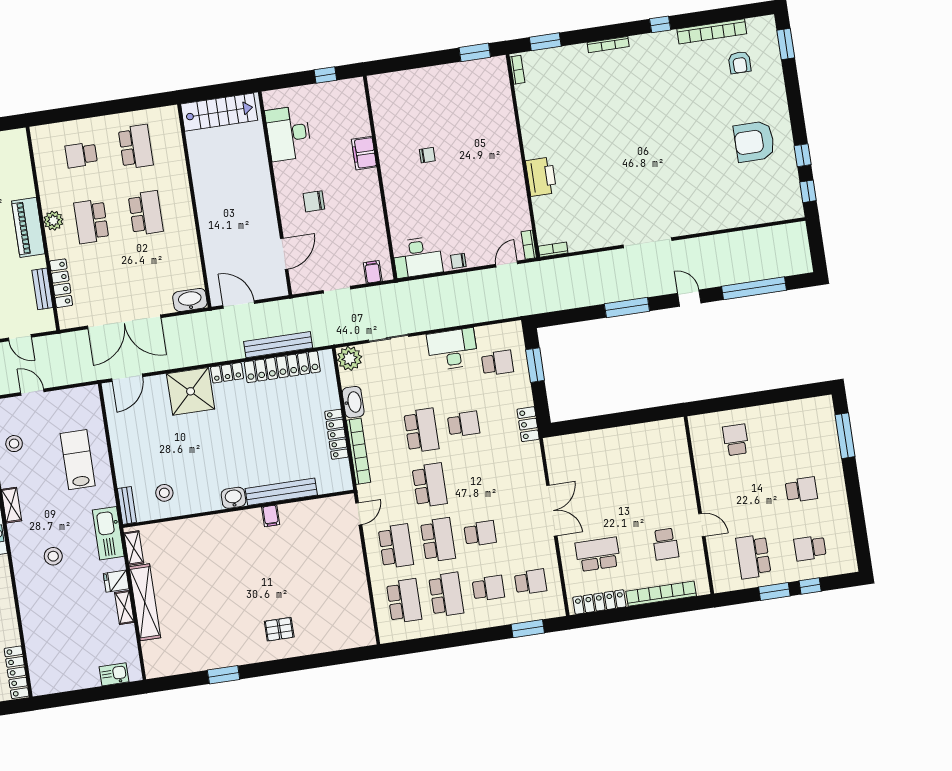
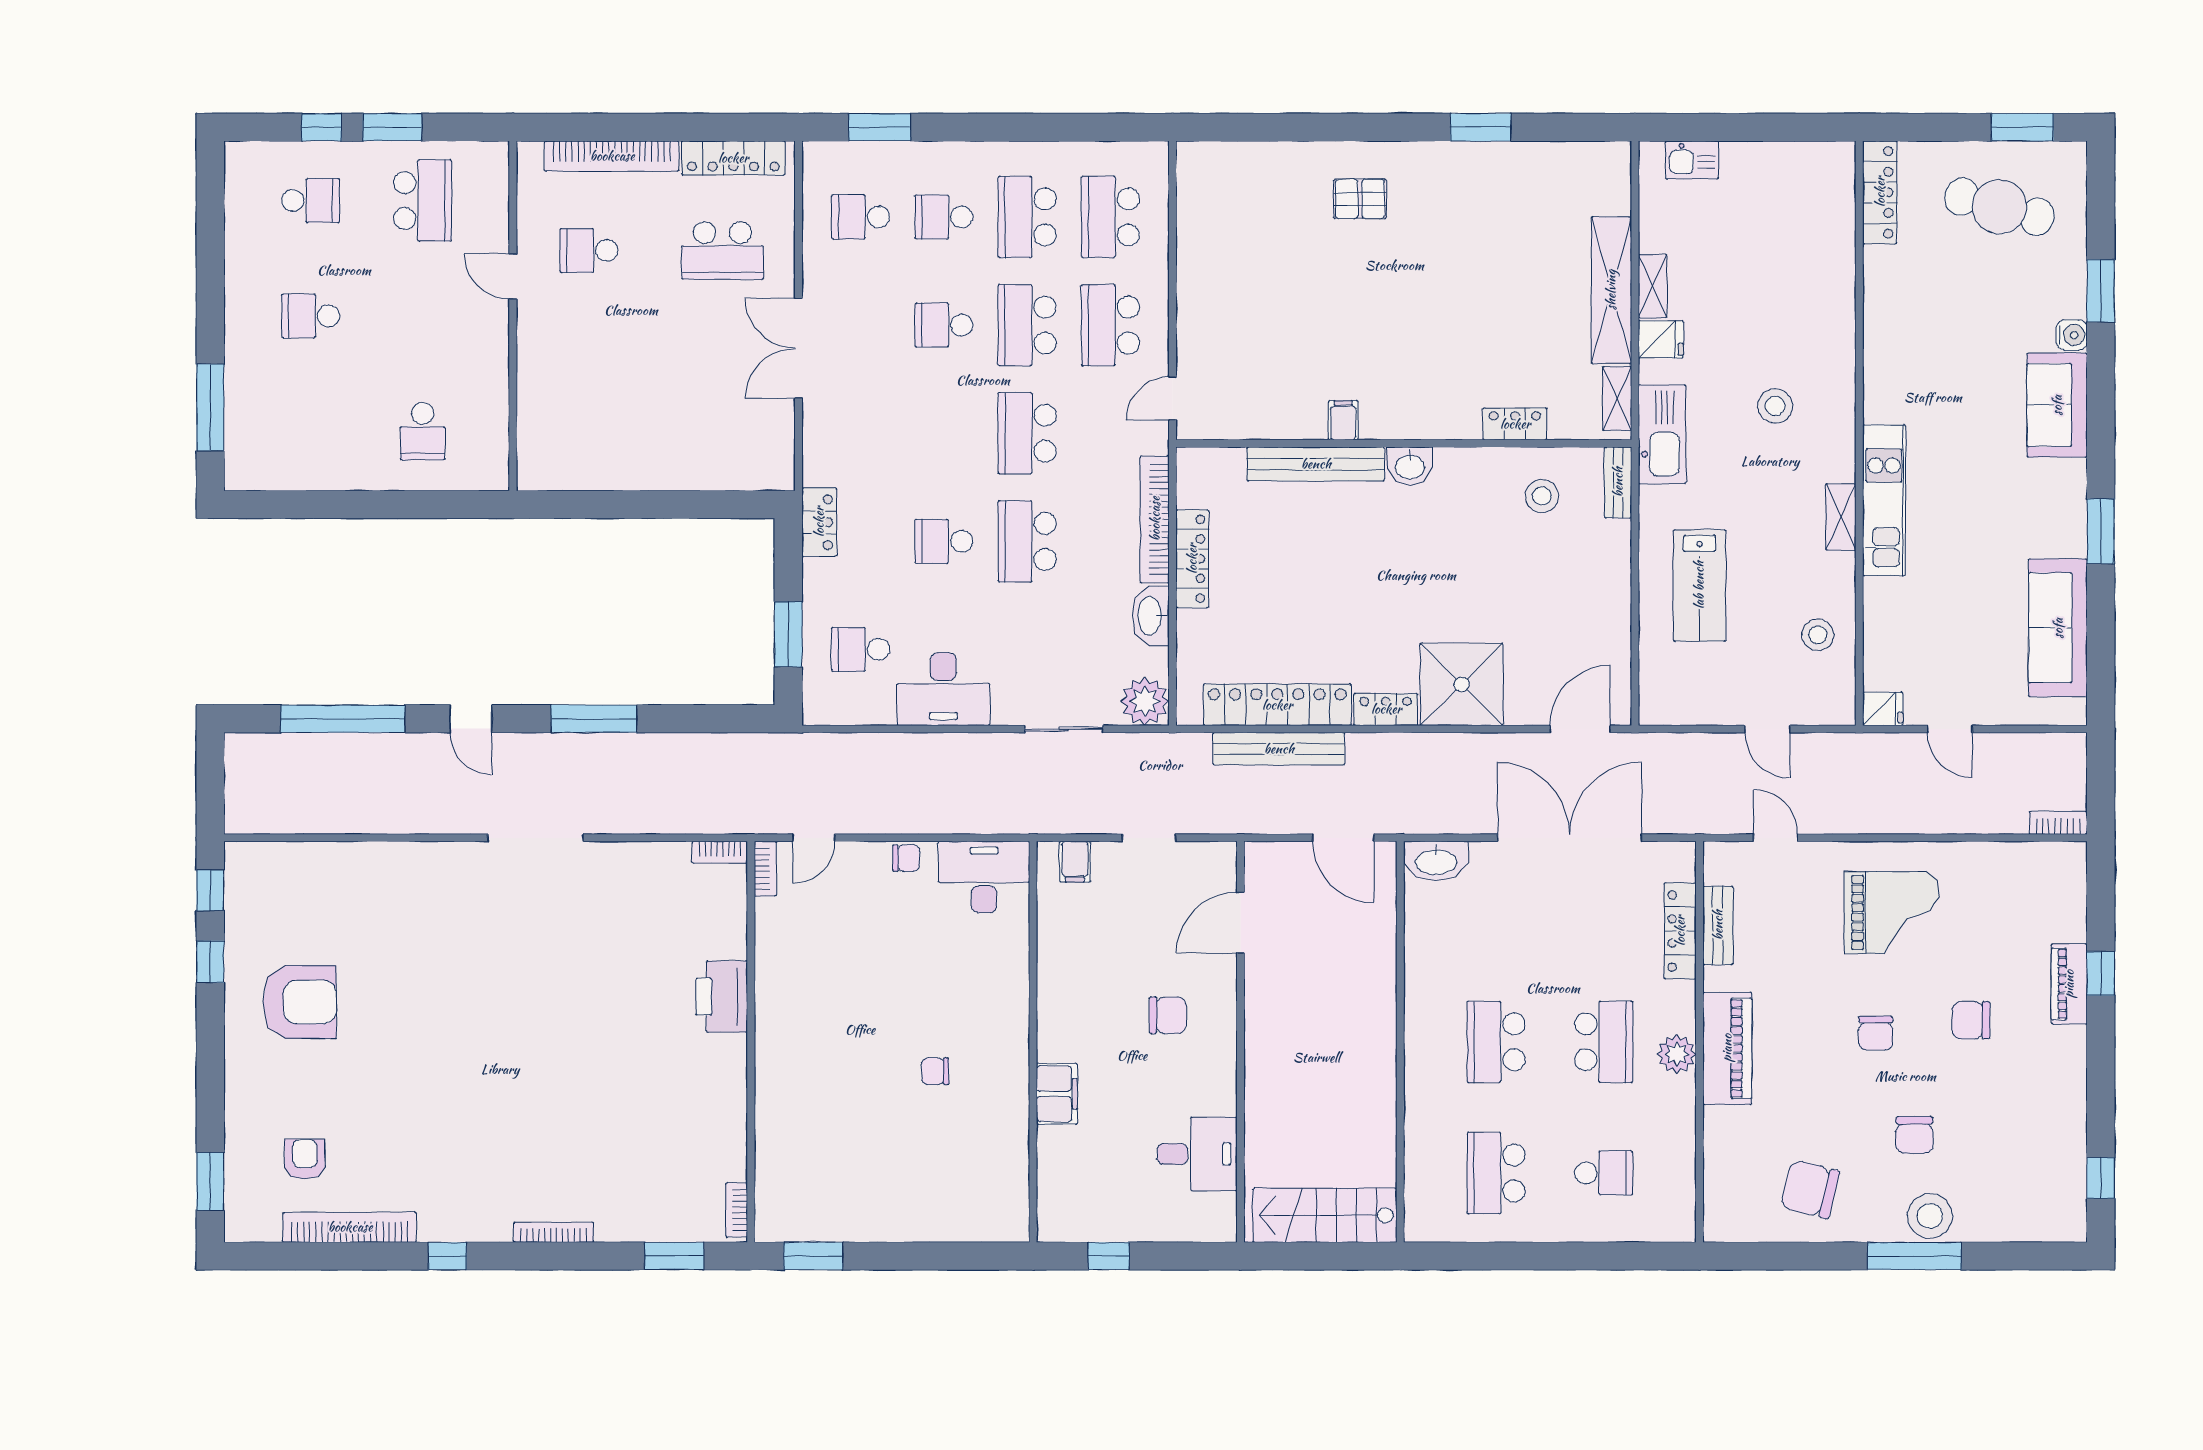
desk: (288, 133) -> (1197, 1154), width x0.73
locker: (184, 527) -> (1515, 424), added
school desk: (665, 544) -> (589, 251), turned -90

